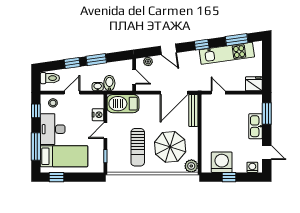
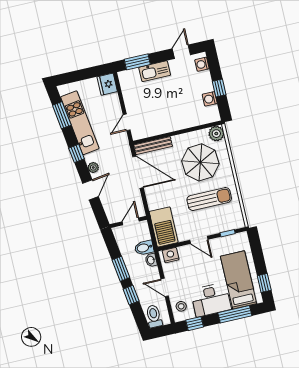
plant: (148, 61) -> (93, 167), moved
nightstand: (98, 115) -> (171, 255), moved
washing machine: (222, 162) -> (210, 99), width x0.53, depth x0.53

